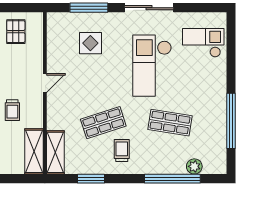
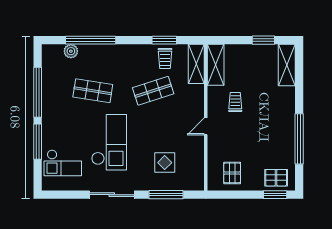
window: (231, 66) -> (38, 142), added
trolley: (122, 150) -> (165, 58), moved

